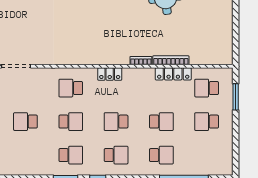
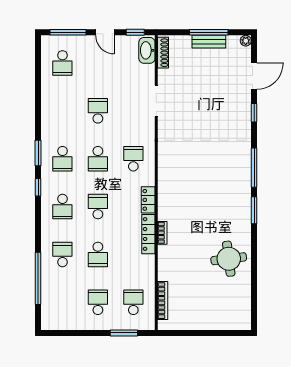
bookcase: (171, 60) -> (163, 301), moved
locker: (173, 74) -> (148, 234), moved
school desk: (161, 155) -> (62, 254), turned 180

